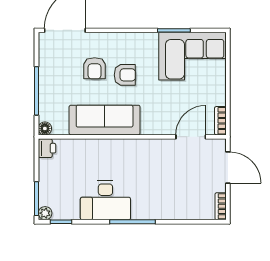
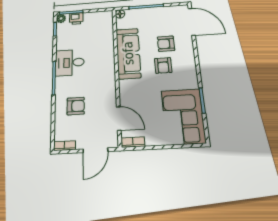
printer: (47, 148) -> (76, 19), moved
armchair: (172, 192) -> (76, 106), added
desk: (105, 200) -> (70, 63), width x0.73

